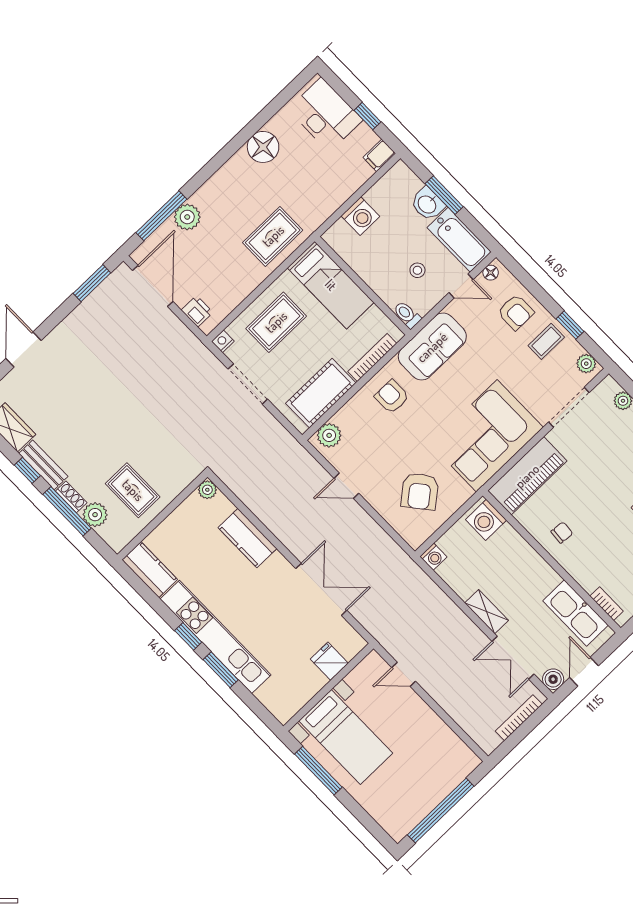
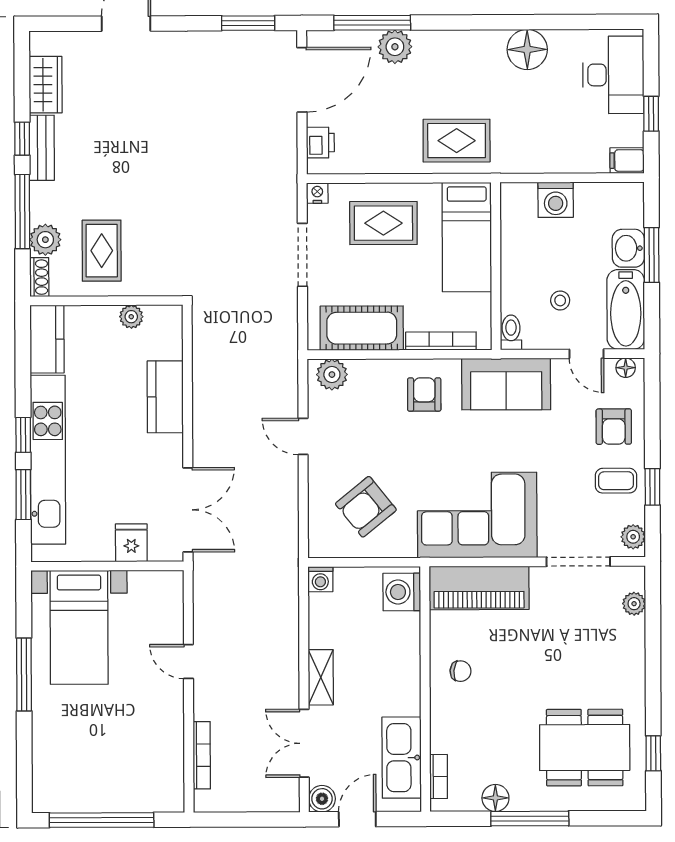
plant: (207, 490) -> (131, 317), moved
shoe rack: (71, 497) -> (39, 277), moved
fridge: (329, 661) -> (131, 543), moved
wall: (328, 687) -> (107, 566), moved
bookcase: (519, 718) -> (202, 755), moved, turned 90
bed with nightstands: (346, 737) -> (79, 627), moved

